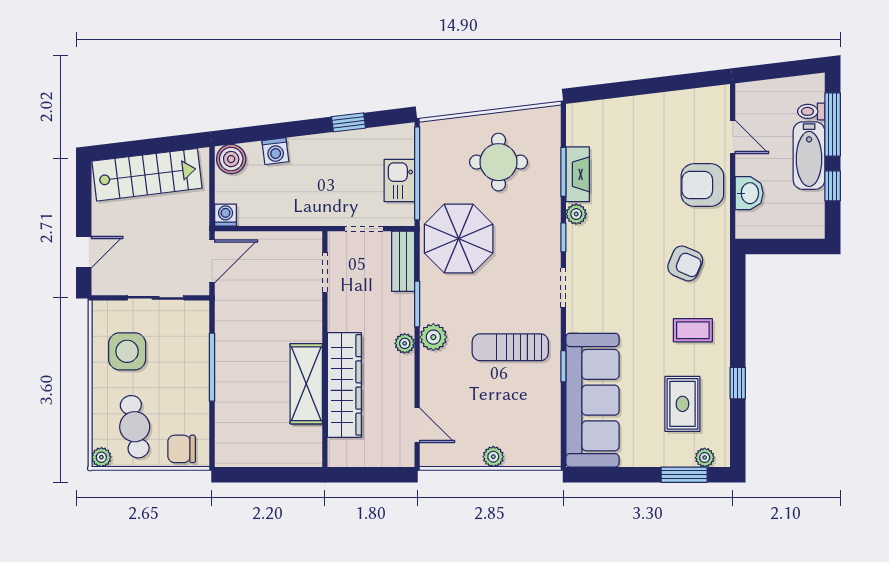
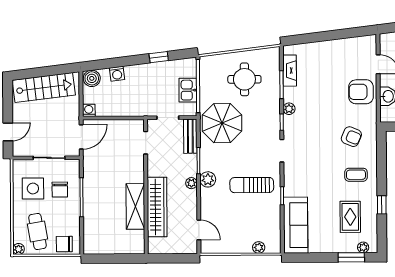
fireplace: (578, 174) -> (290, 71), moved
chair: (174, 354) -> (60, 190), added
sofa: (592, 400) -> (296, 225), width x0.74, depth x0.79
plant: (493, 457) -> (259, 247), moved

